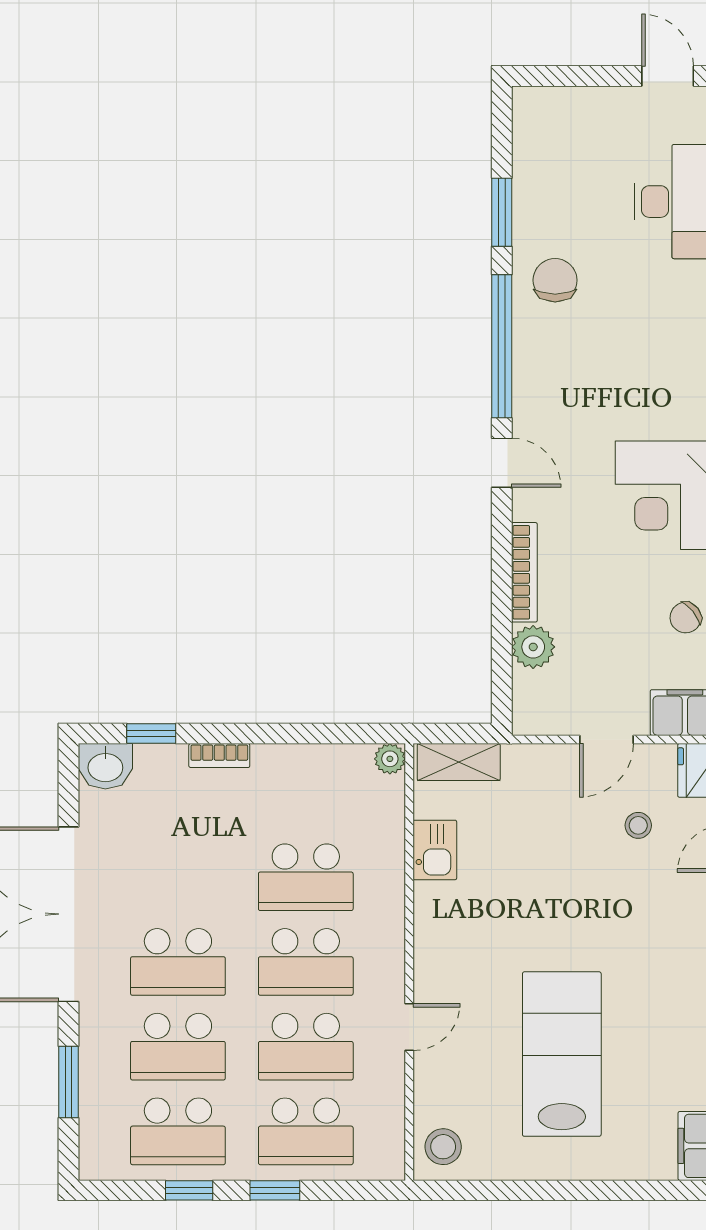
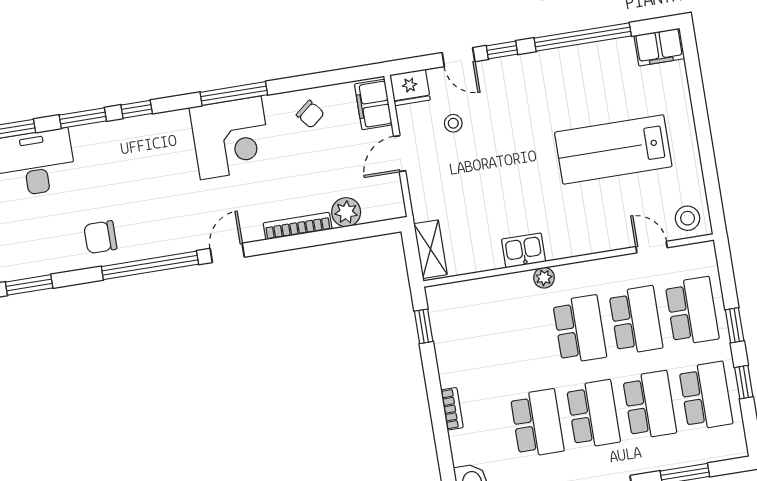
window: (502, 212) -> (29, 285), moved
window: (151, 734) -> (424, 326), moved
door: (606, 739) -> (400, 154), swing flipped
plant: (390, 759) -> (544, 278), moved
kitchen sink: (435, 850) -> (524, 250), moved
school desk: (306, 877) -> (537, 423), moved
door: (409, 1027) -> (652, 247), moved

